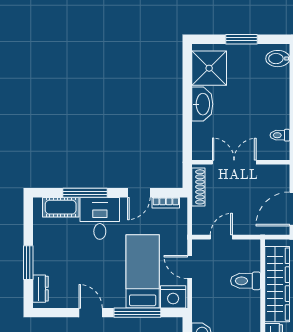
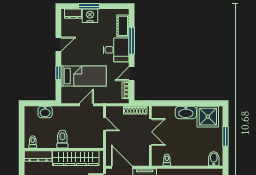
door: (139, 193) -> (132, 74), hinge flipped
toilet: (246, 281) -> (62, 139), moved
nightstand: (173, 297) -> (90, 16), moved, turned 90
window: (137, 313) -> (58, 73), width x0.46

